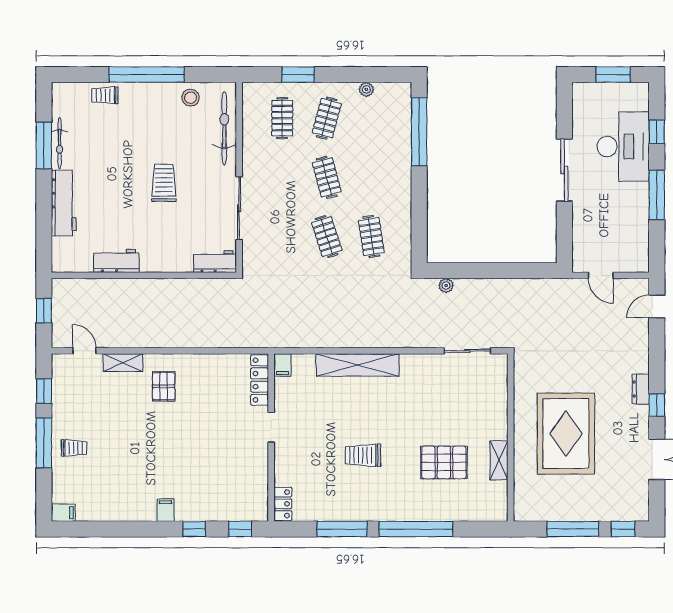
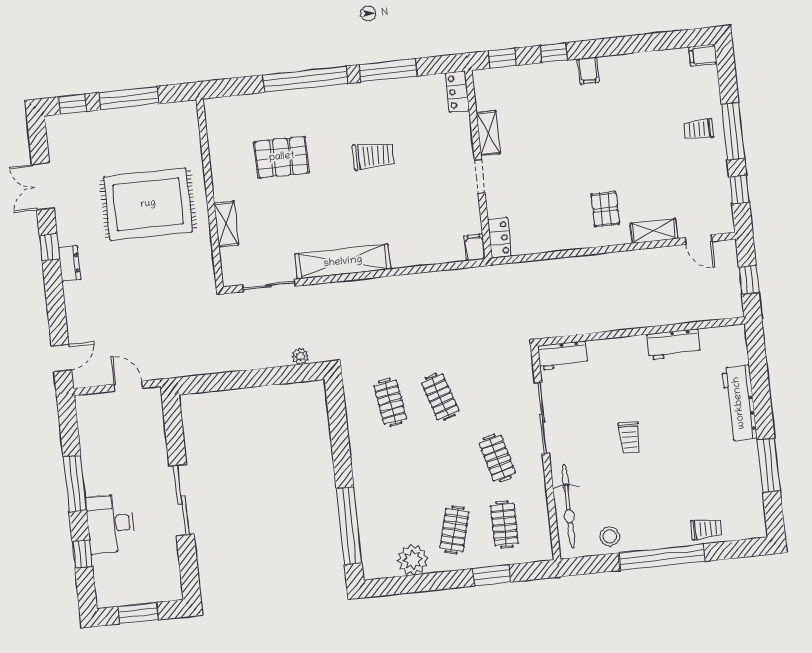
plant: (366, 89) -> (413, 560), width x1.88, depth x1.88
bicycle: (60, 143) -> (751, 470), removed
desk: (623, 147) -> (110, 524), width x0.73, depth x0.77
clothes rail: (327, 177) -> (497, 458), moved
trolley: (164, 183) -> (629, 438), width x0.73, depth x0.72
shelving: (358, 365) -> (343, 262), moved
locker: (260, 380) -> (500, 238), width x0.66
rug: (566, 434) -> (148, 204), turned 90
shelving: (499, 460) -> (226, 224), moved
shelving: (260, 464) -> (488, 133), added

